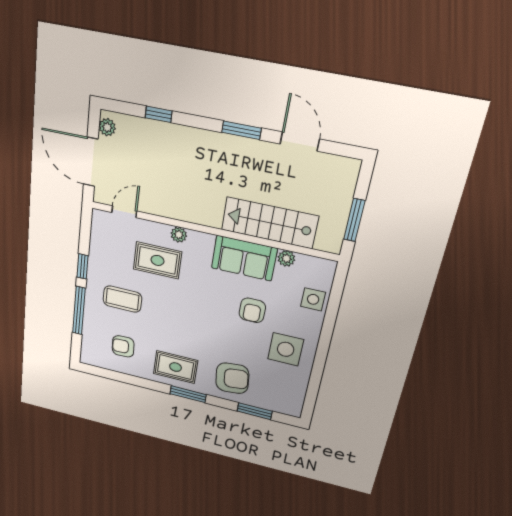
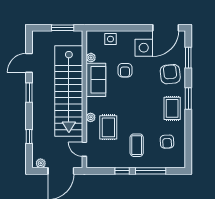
stairs: (270, 223) -> (69, 91), width x1.86, depth x1.51
armchair: (252, 310) -> (125, 70), turned 90
door: (312, 391) -> (166, 28), added

